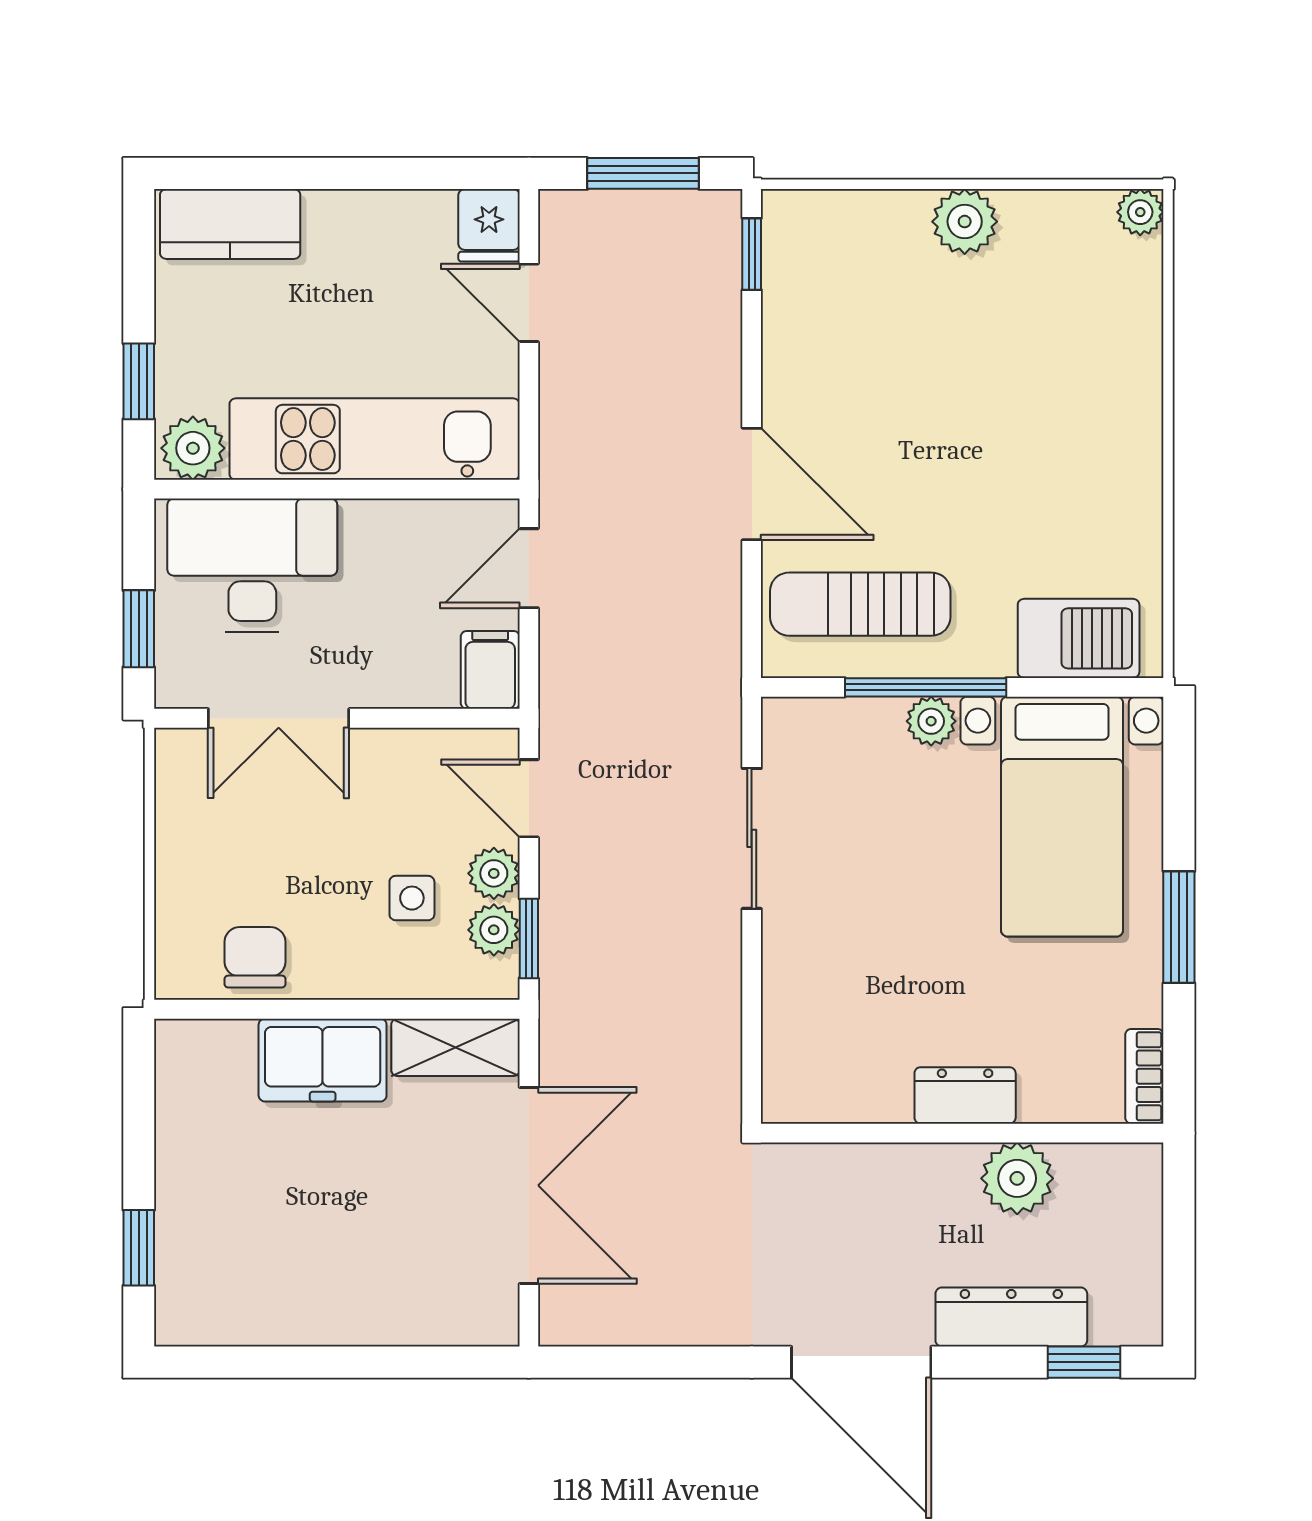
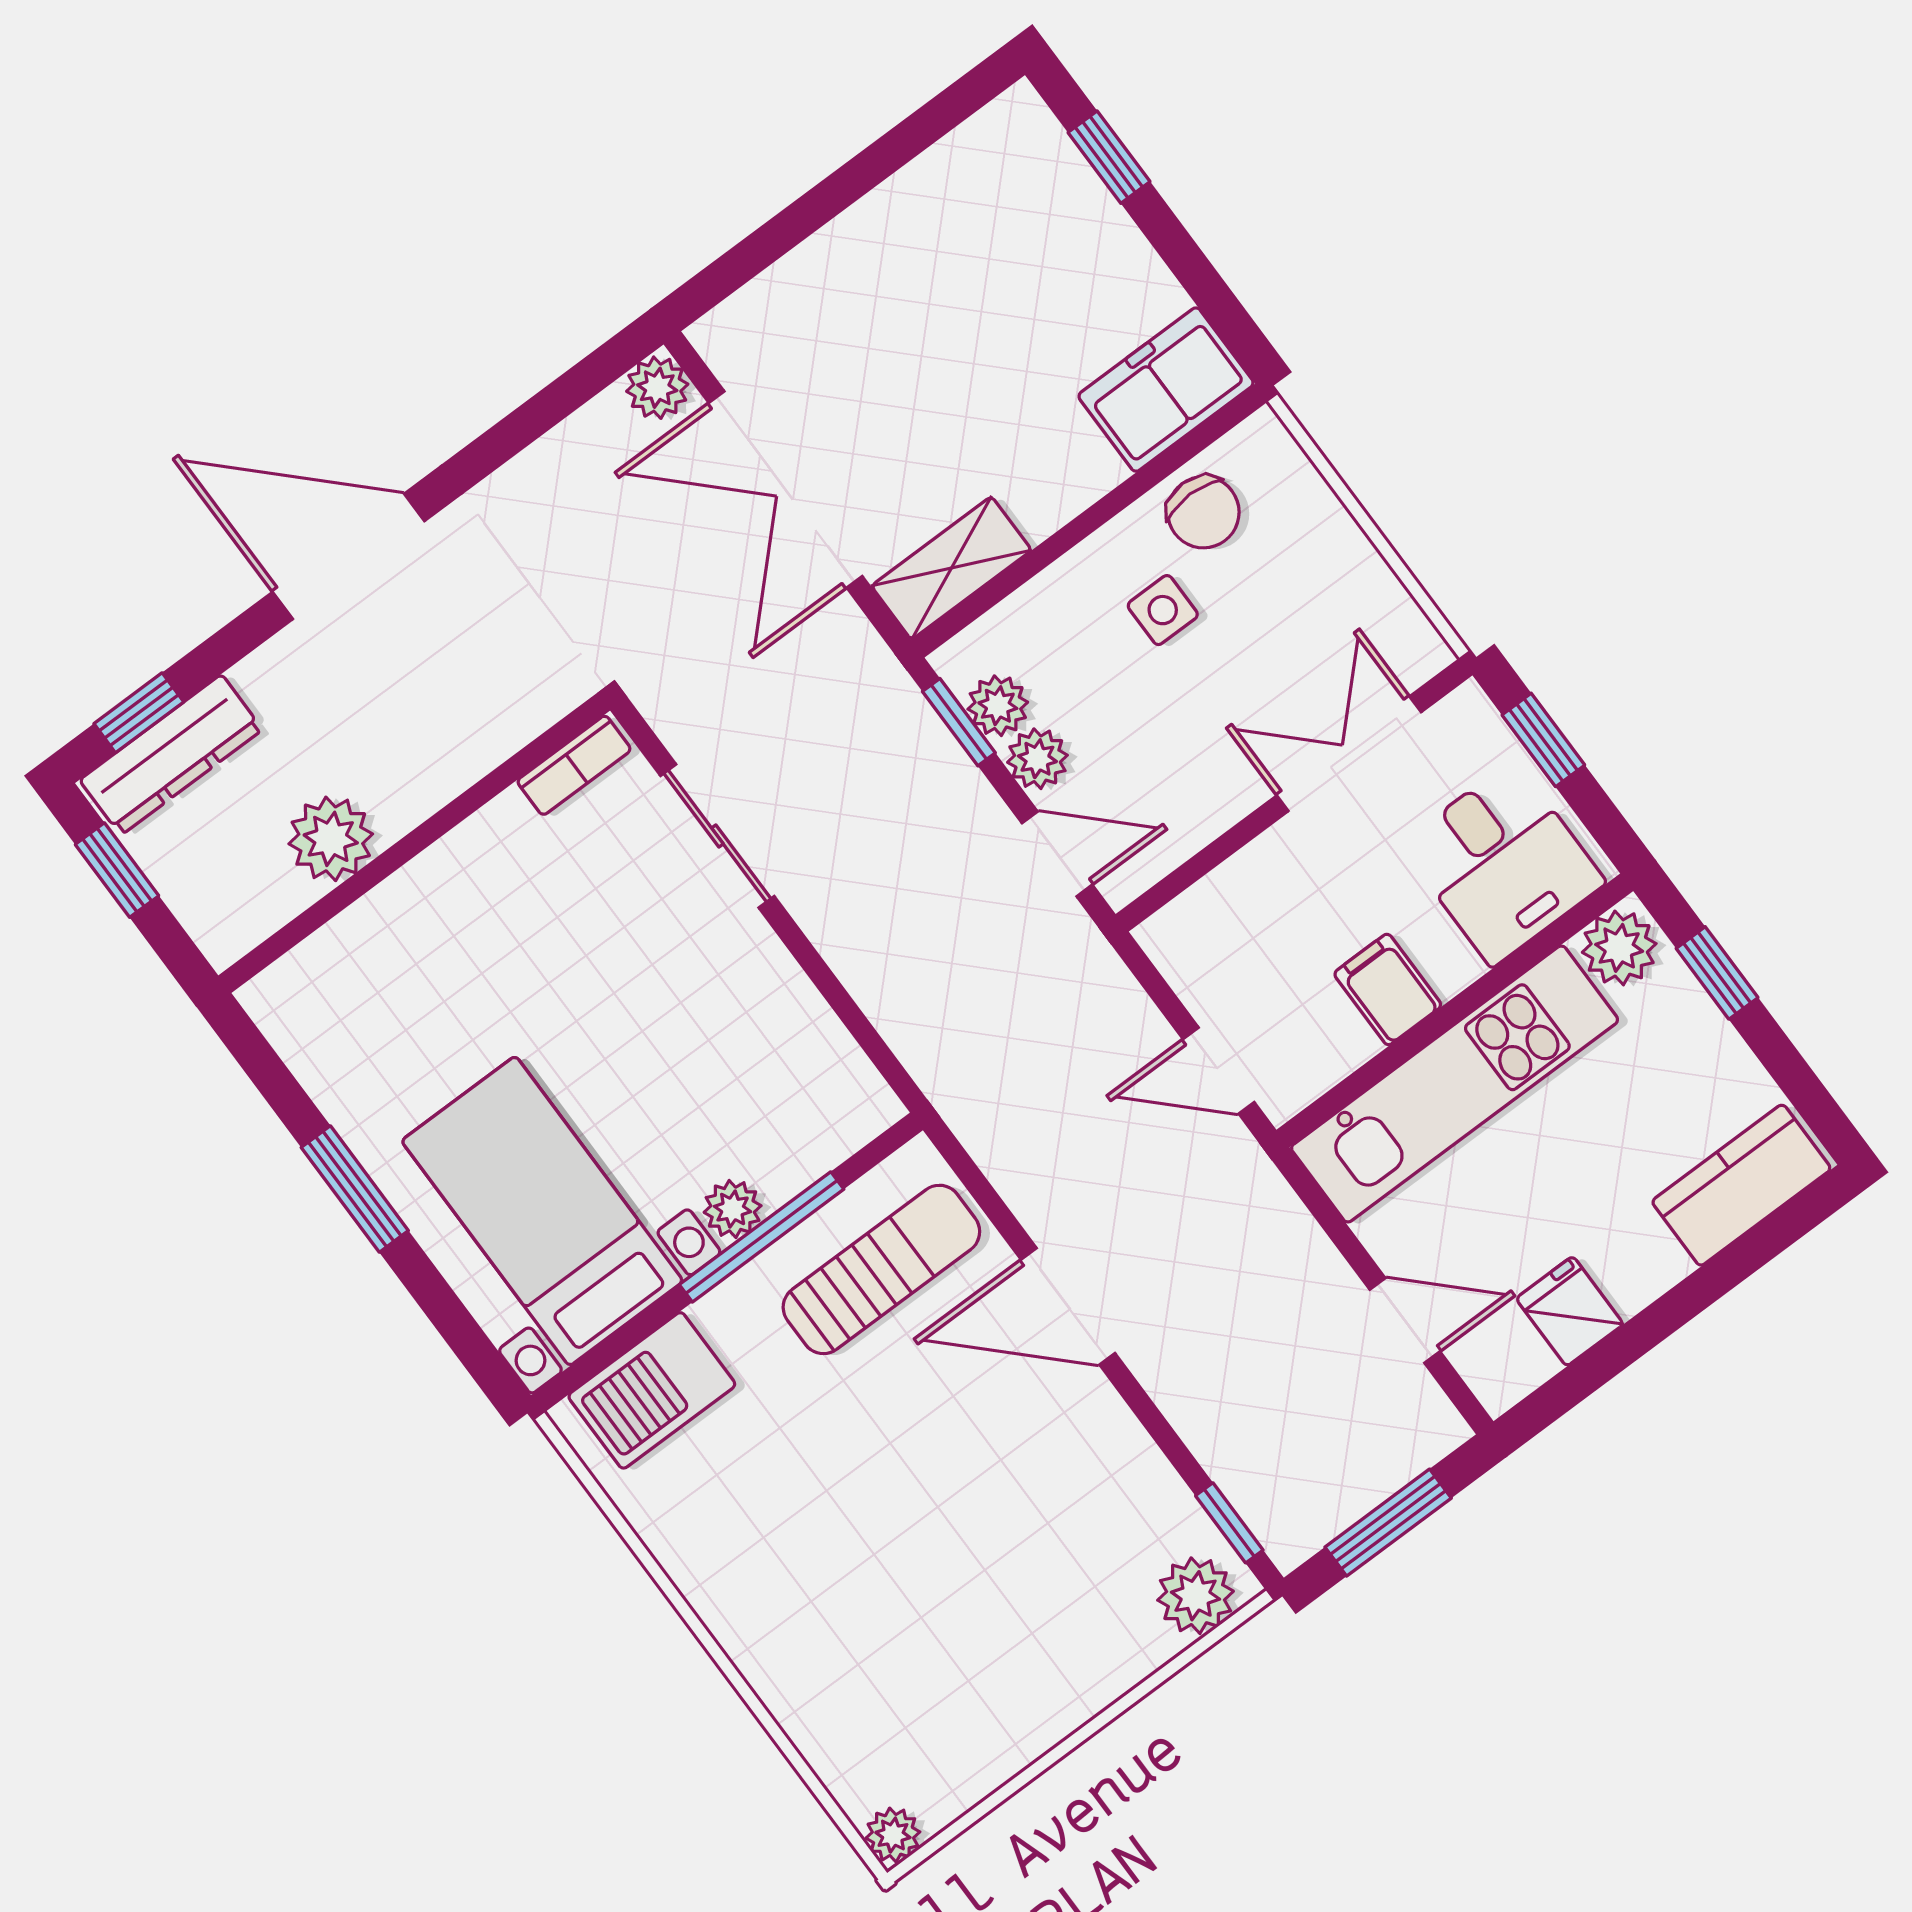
plant: (965, 222) -> (1196, 1596), moved
fridge: (489, 225) -> (1570, 1311), moved
desk: (252, 565) -> (1503, 863), width x0.73
door: (529, 568) -> (1219, 1071), swing flipped
filing cabinet: (490, 670) -> (1388, 989), moved, turned 180
sliding door: (752, 838) -> (717, 836), moved
side table: (412, 898) -> (1163, 610), moved
freezer: (323, 1060) -> (1166, 390), moved
bookcase: (1144, 1076) -> (574, 765), moved, turned 90
dresser: (965, 1095) -> (438, 880), removed
window: (1179, 1266) -> (117, 870), added
dresser: (1011, 1317) -> (171, 755), moved
plant: (565, 1320) -> (657, 388), added

